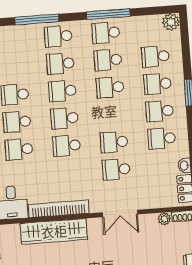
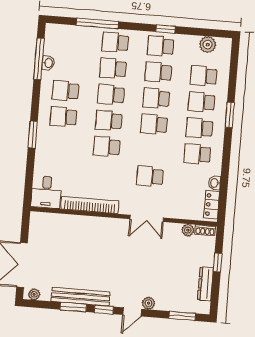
window: (108, 14) -> (166, 29), width x0.46
plant: (171, 22) -> (208, 45), moved
school desk: (114, 142) -> (154, 124), moved
school desk: (19, 149) -> (61, 143), removed
wardrobe: (54, 231) -> (82, 226), removed

